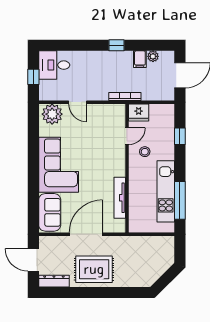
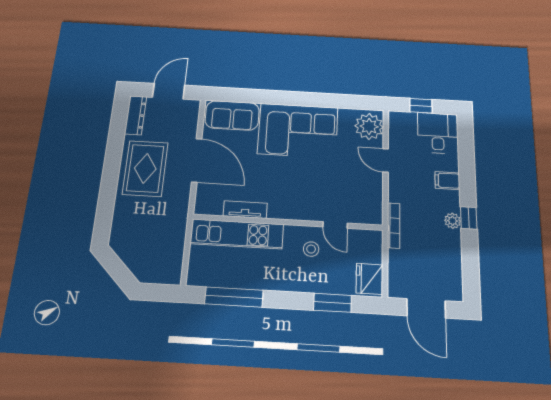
plant: (153, 56) -> (453, 221), moved
filing cabinet: (140, 59) -> (447, 181), moved
door: (78, 102) -> (386, 160), hinge flipped
fridge: (139, 112) -> (369, 279), moved
window: (180, 136) -> (333, 303), width x1.50
kitchen unit: (166, 191) -> (237, 234), moved, turned 180
tv unit: (120, 198) -> (245, 210), width x0.71

